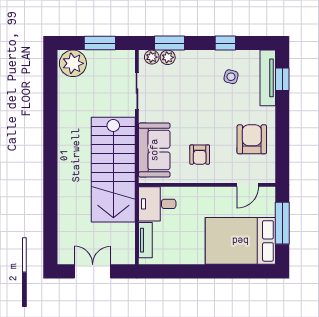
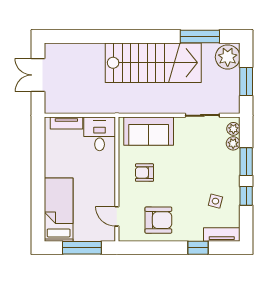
window: (170, 43) -> (246, 162), moved
tv unit: (268, 78) -> (222, 235), width x0.71
window: (282, 79) -> (198, 248), moved
window: (50, 94) -> (200, 36), added
stairs: (113, 170) -> (153, 63), moved, turned 180
bed: (240, 241) -> (59, 210), width x0.67
double door: (93, 271) -> (38, 75), swing flipped

